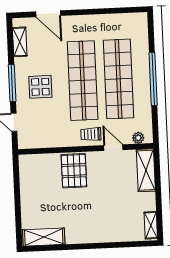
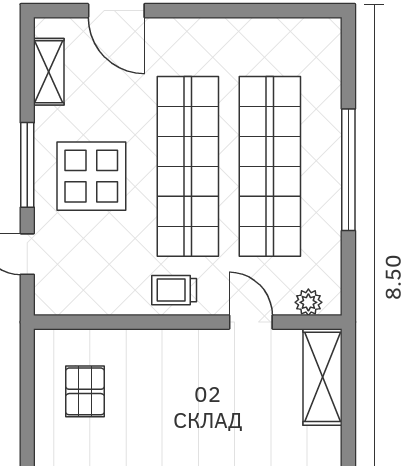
display table: (40, 87) -> (91, 176), width x1.36, depth x1.36
trolley: (91, 134) -> (174, 290), moved
pallet: (74, 171) -> (85, 391), moved, width x0.67, depth x0.71

